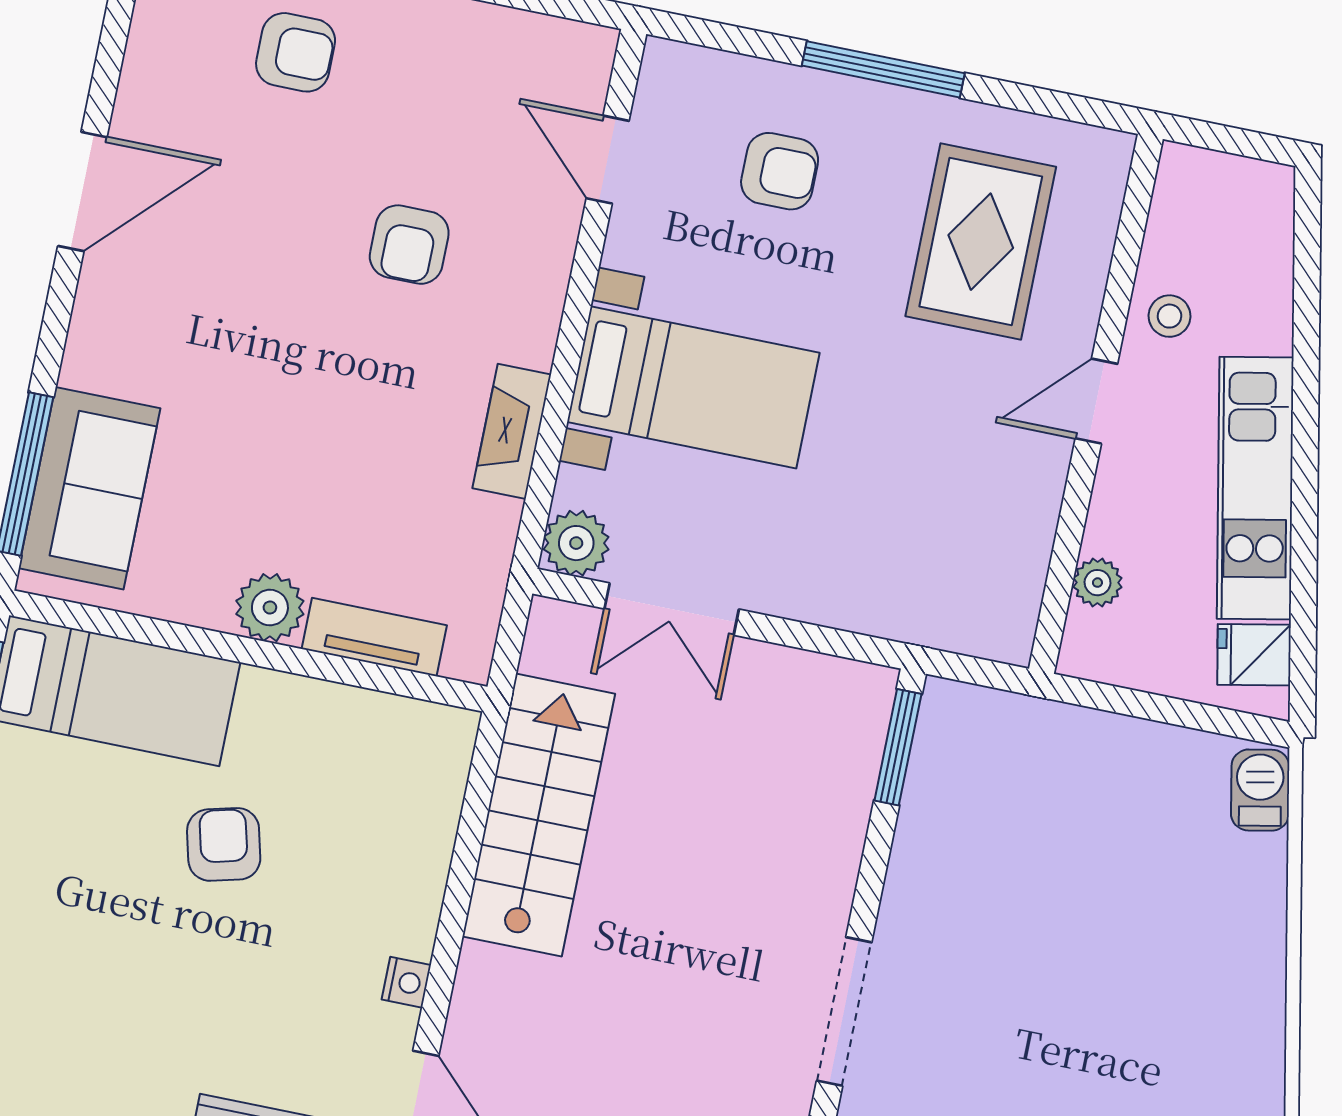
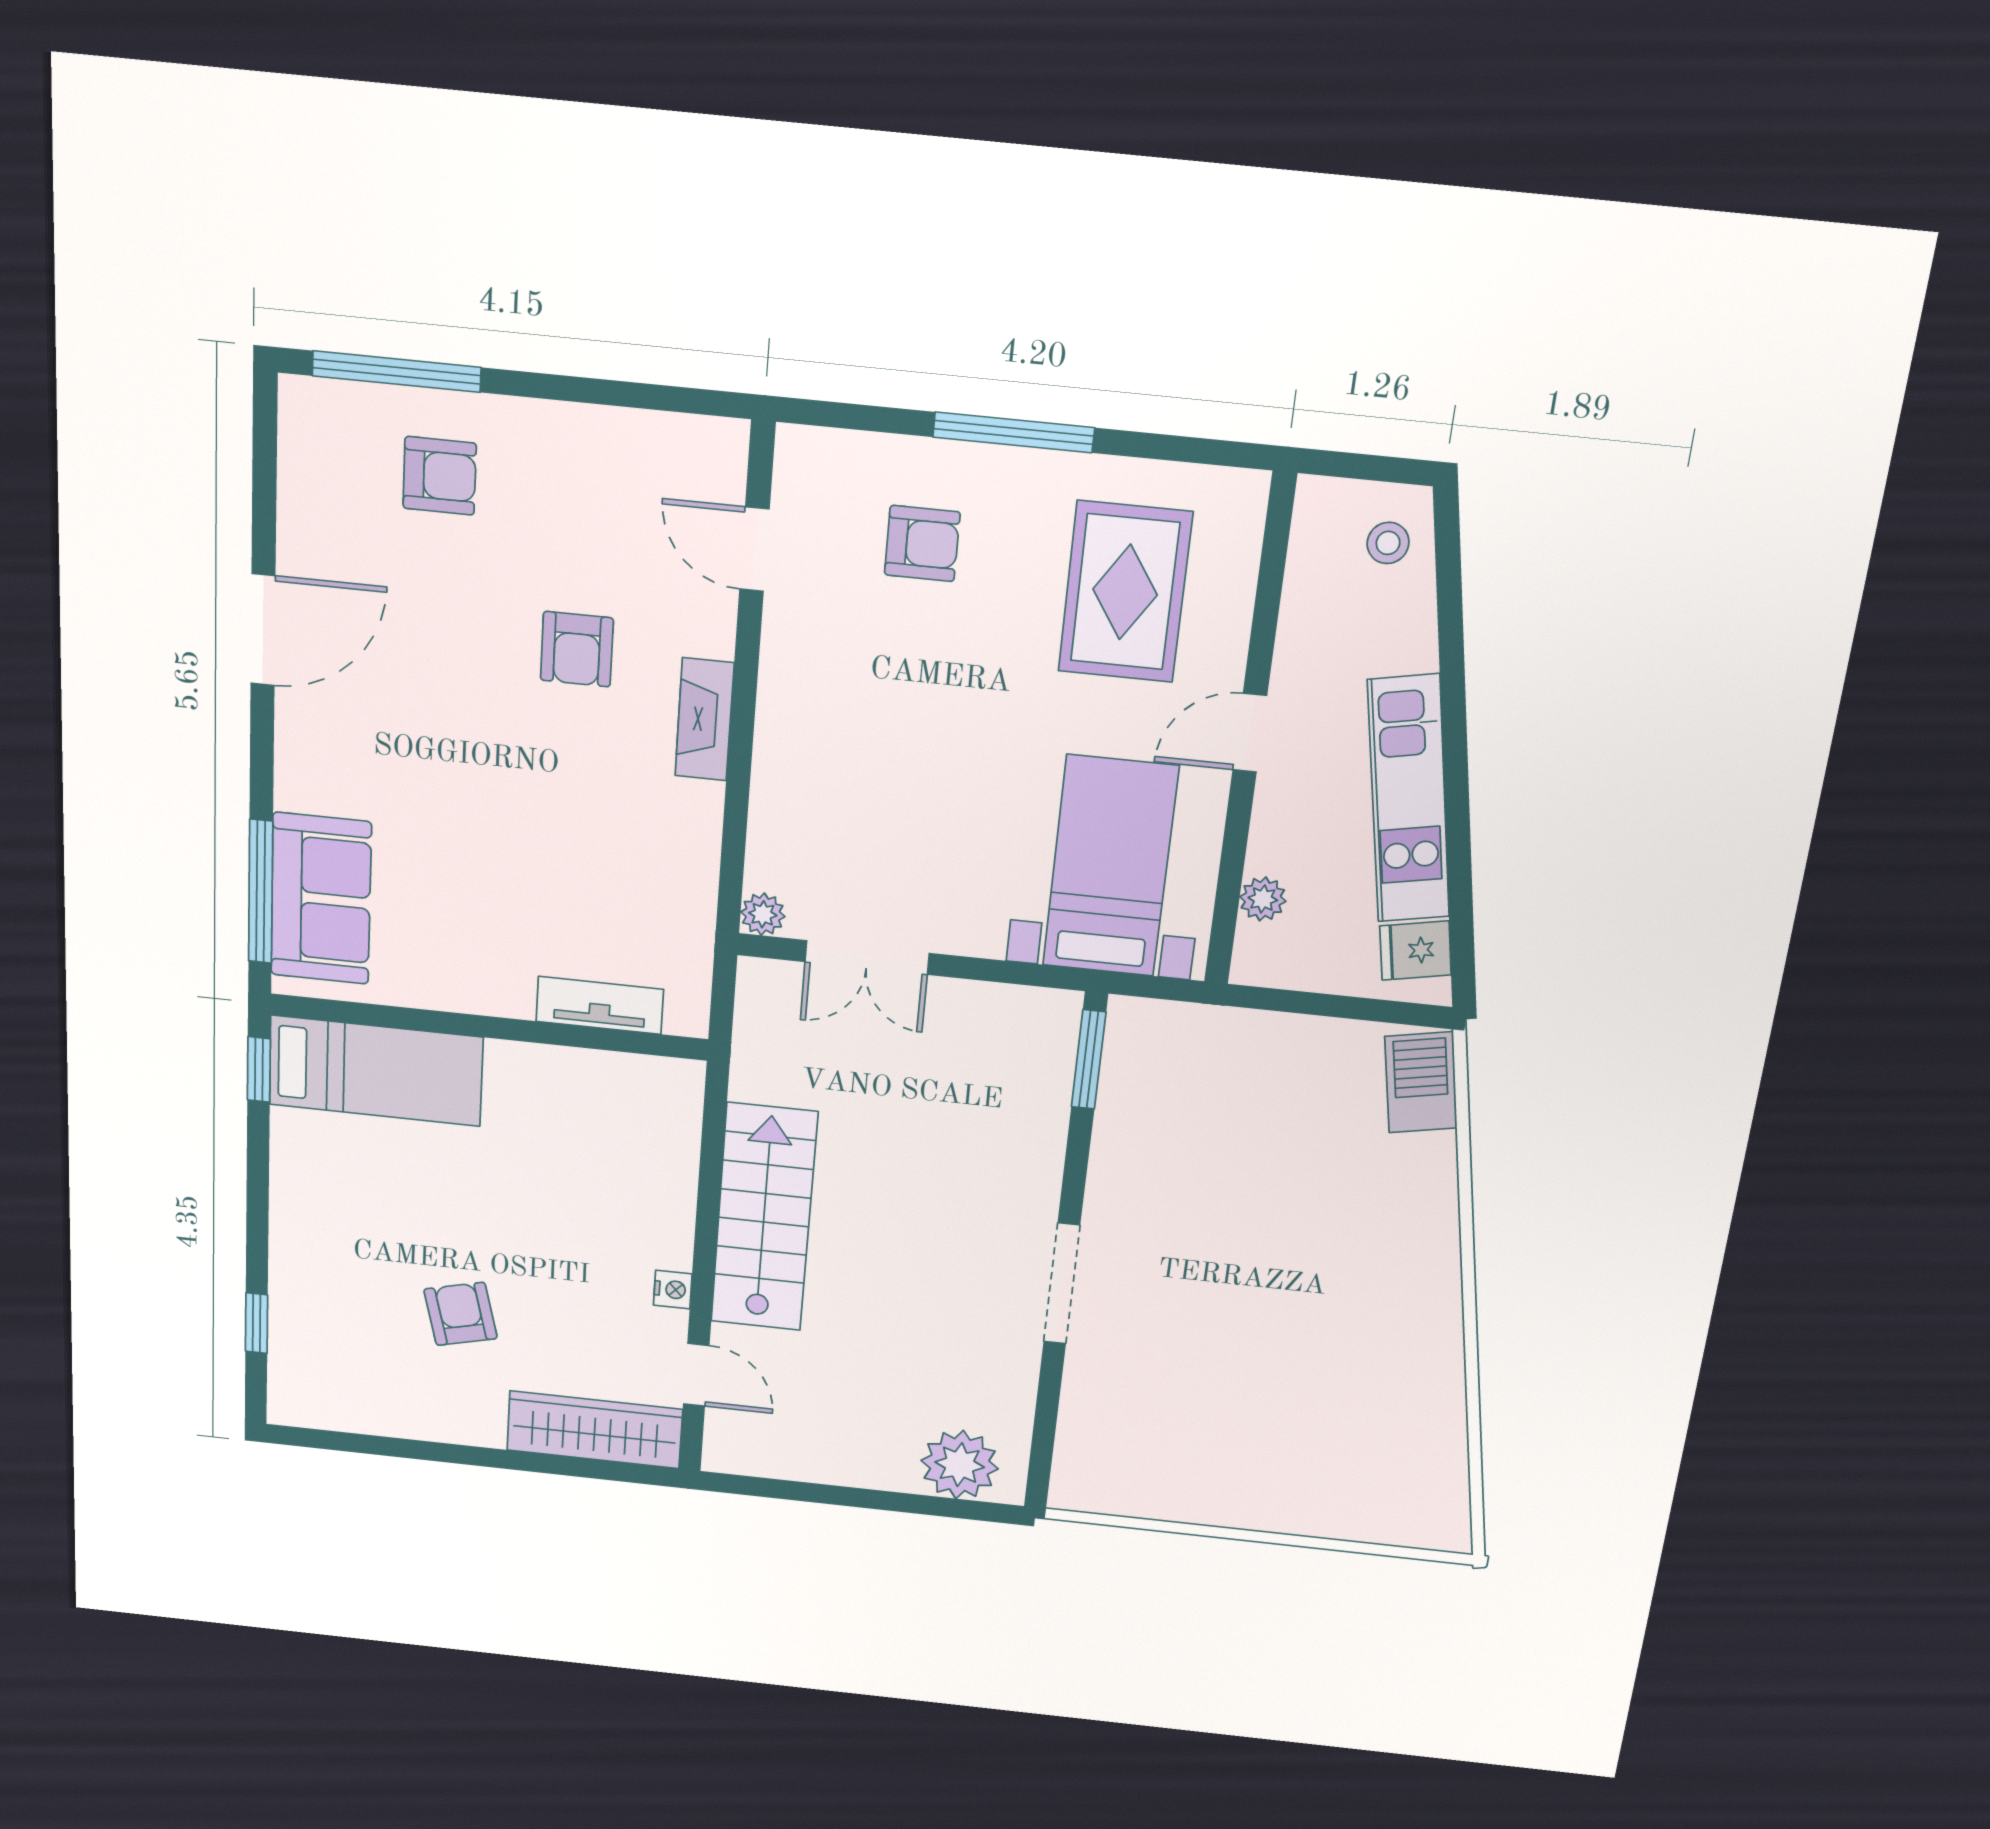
stool: (1169, 316) -> (1388, 543), moved
bed with nightstands: (693, 387) -> (1110, 866), moved, turned -90
fireplace: (512, 431) -> (704, 719), moved
plant: (576, 543) -> (763, 914), width x0.73, depth x0.73
plant: (270, 608) -> (502, 988), removed
barbecue: (1260, 790) -> (1421, 1082), width x1.38, depth x1.27
stairs: (539, 815) -> (764, 1218), moved
armchair: (224, 844) -> (461, 1314), moved

